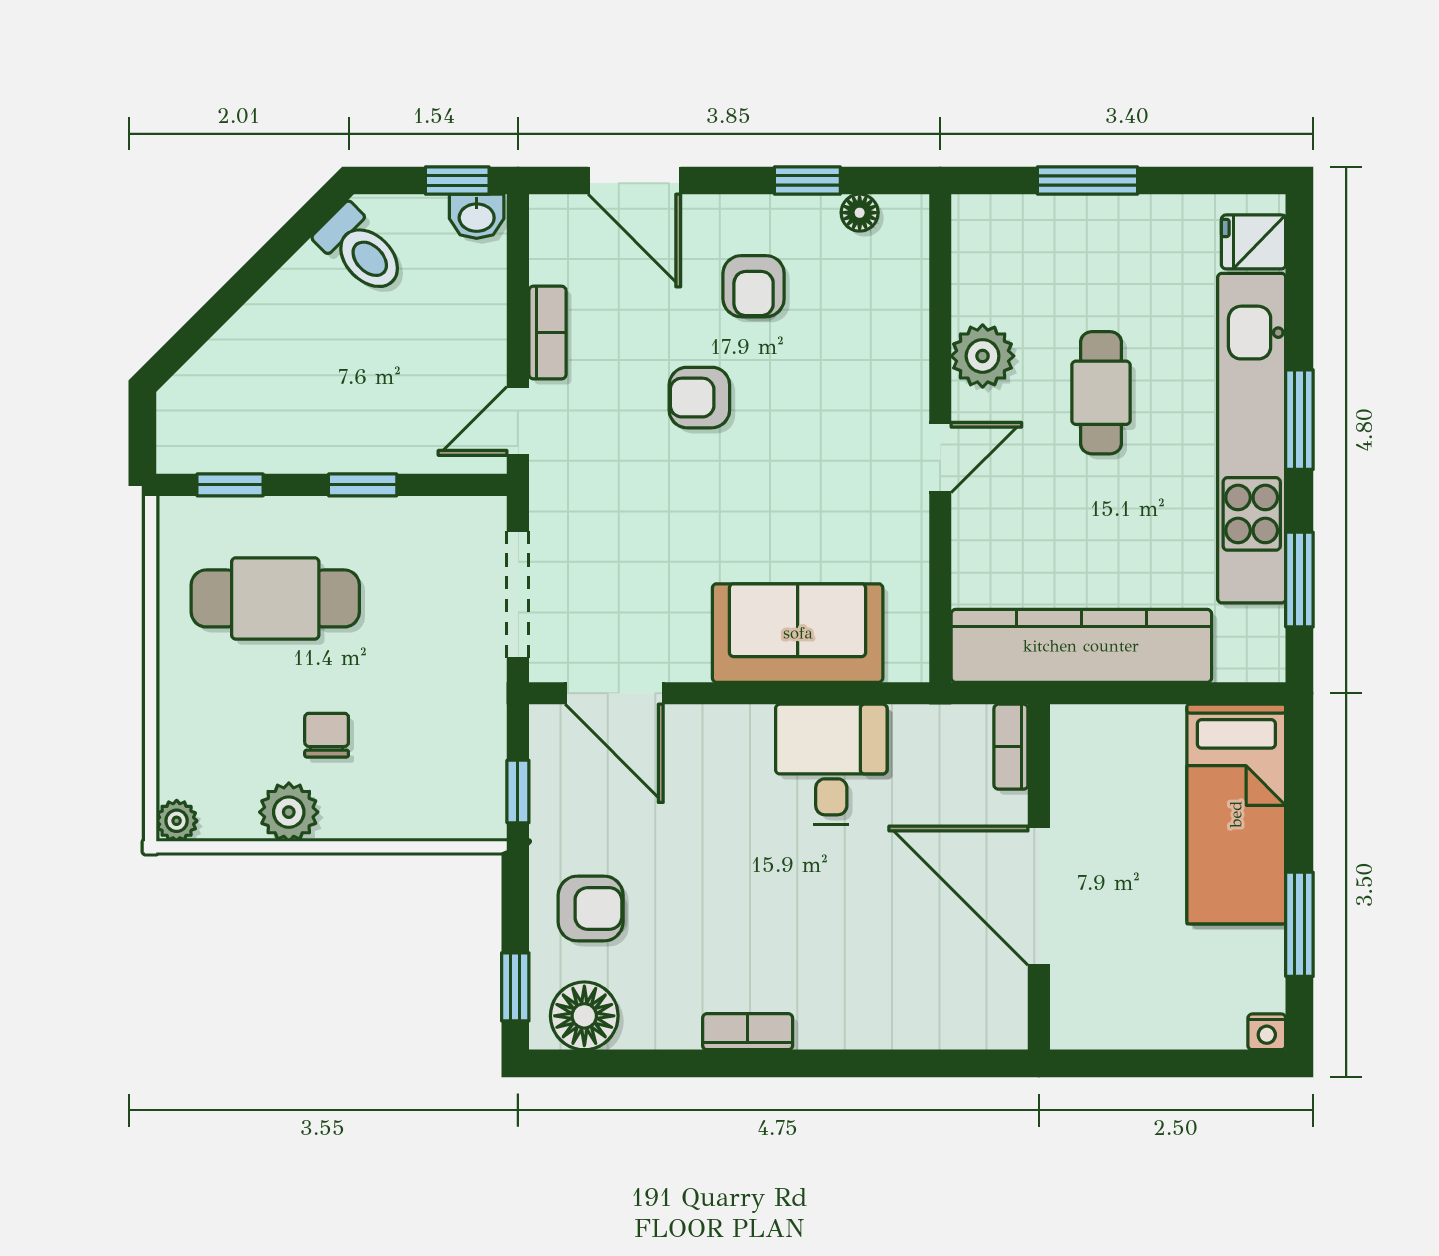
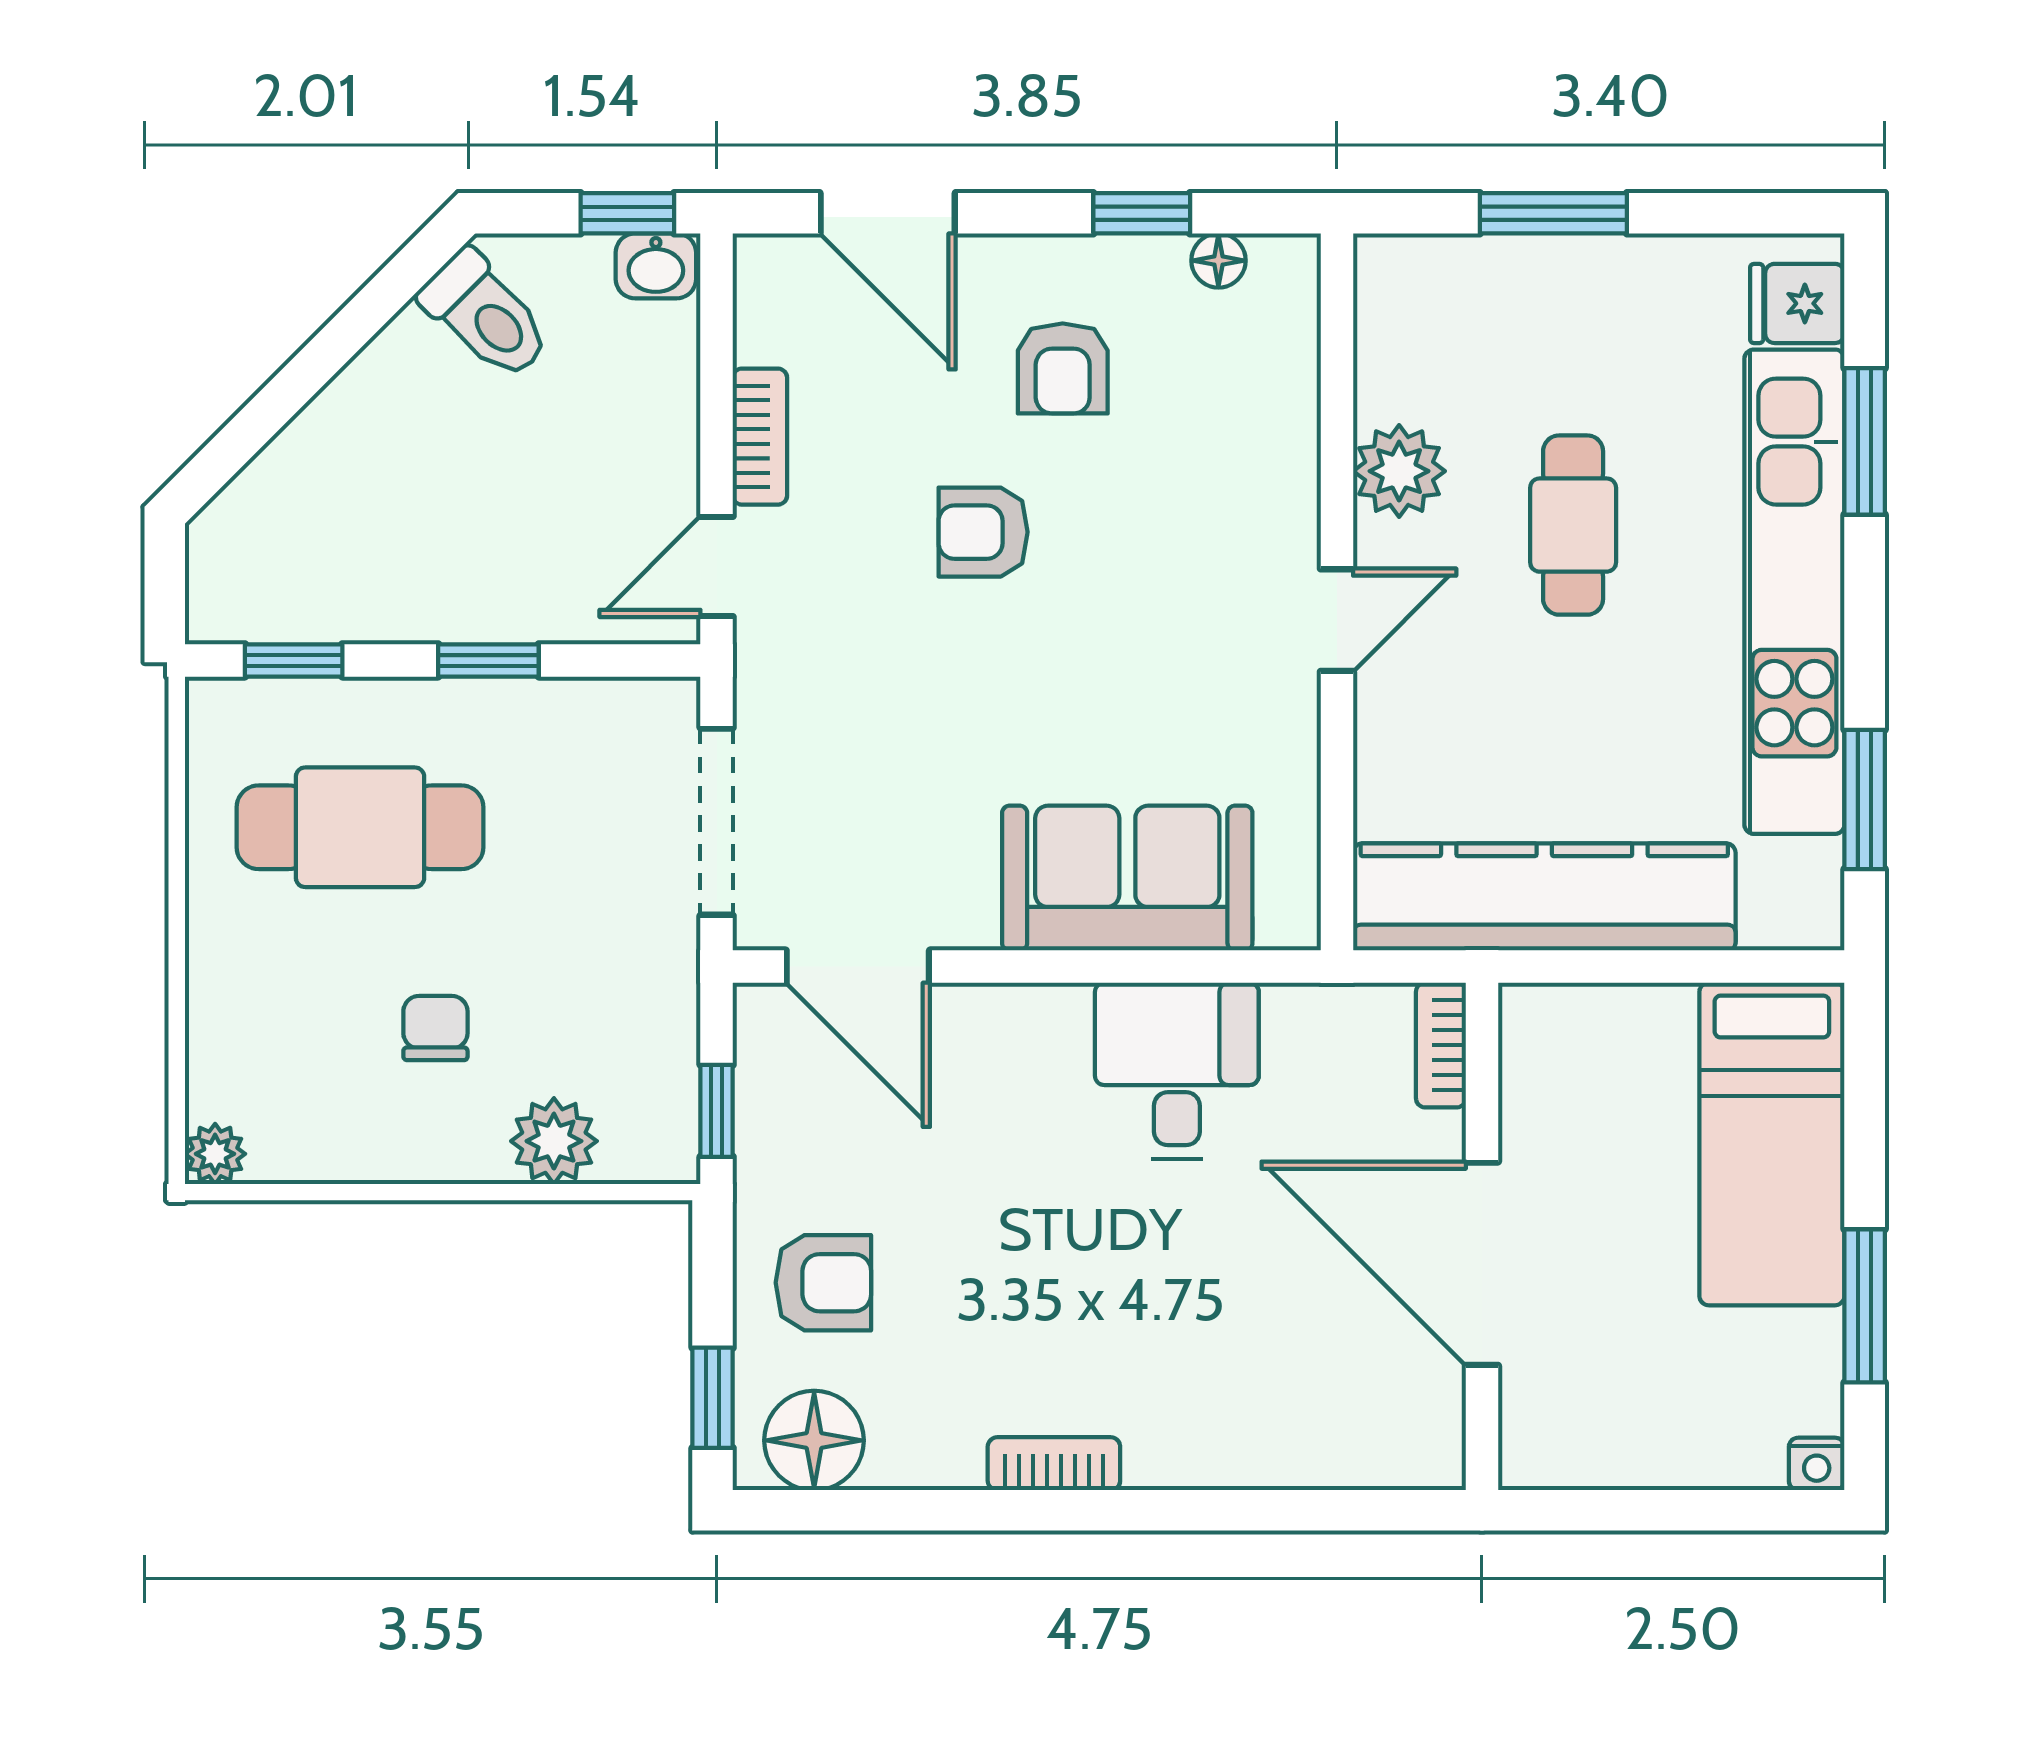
window: (1299, 420) -> (1865, 441), moved
plant: (289, 812) -> (554, 1141), moved

